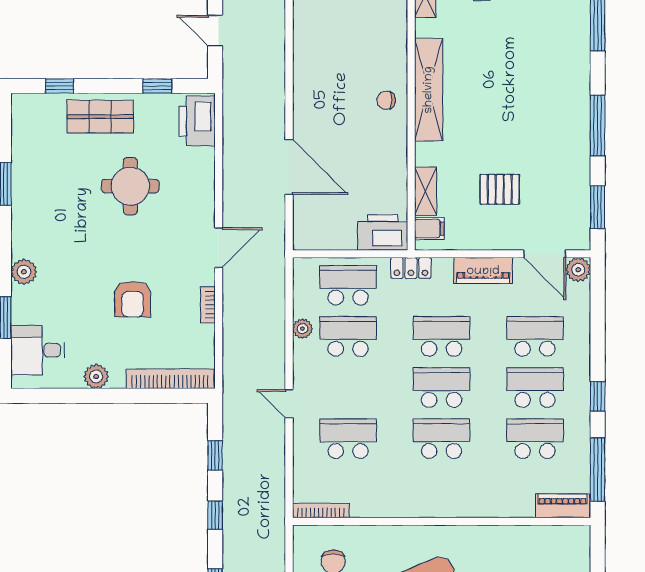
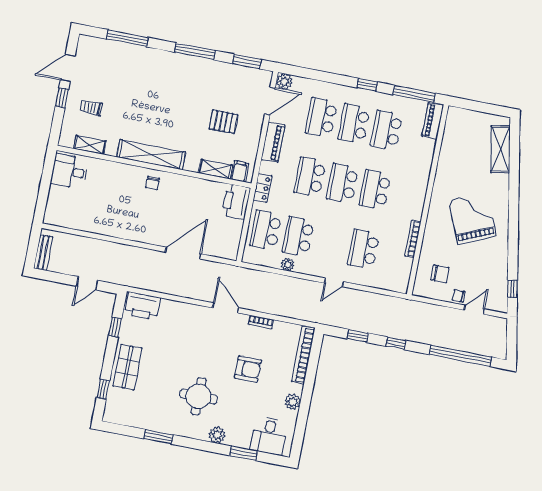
round table: (130, 186) -> (198, 396), moved
pallet: (500, 189) -> (223, 122), turned 90
bookcase: (321, 511) -> (413, 239), moved

